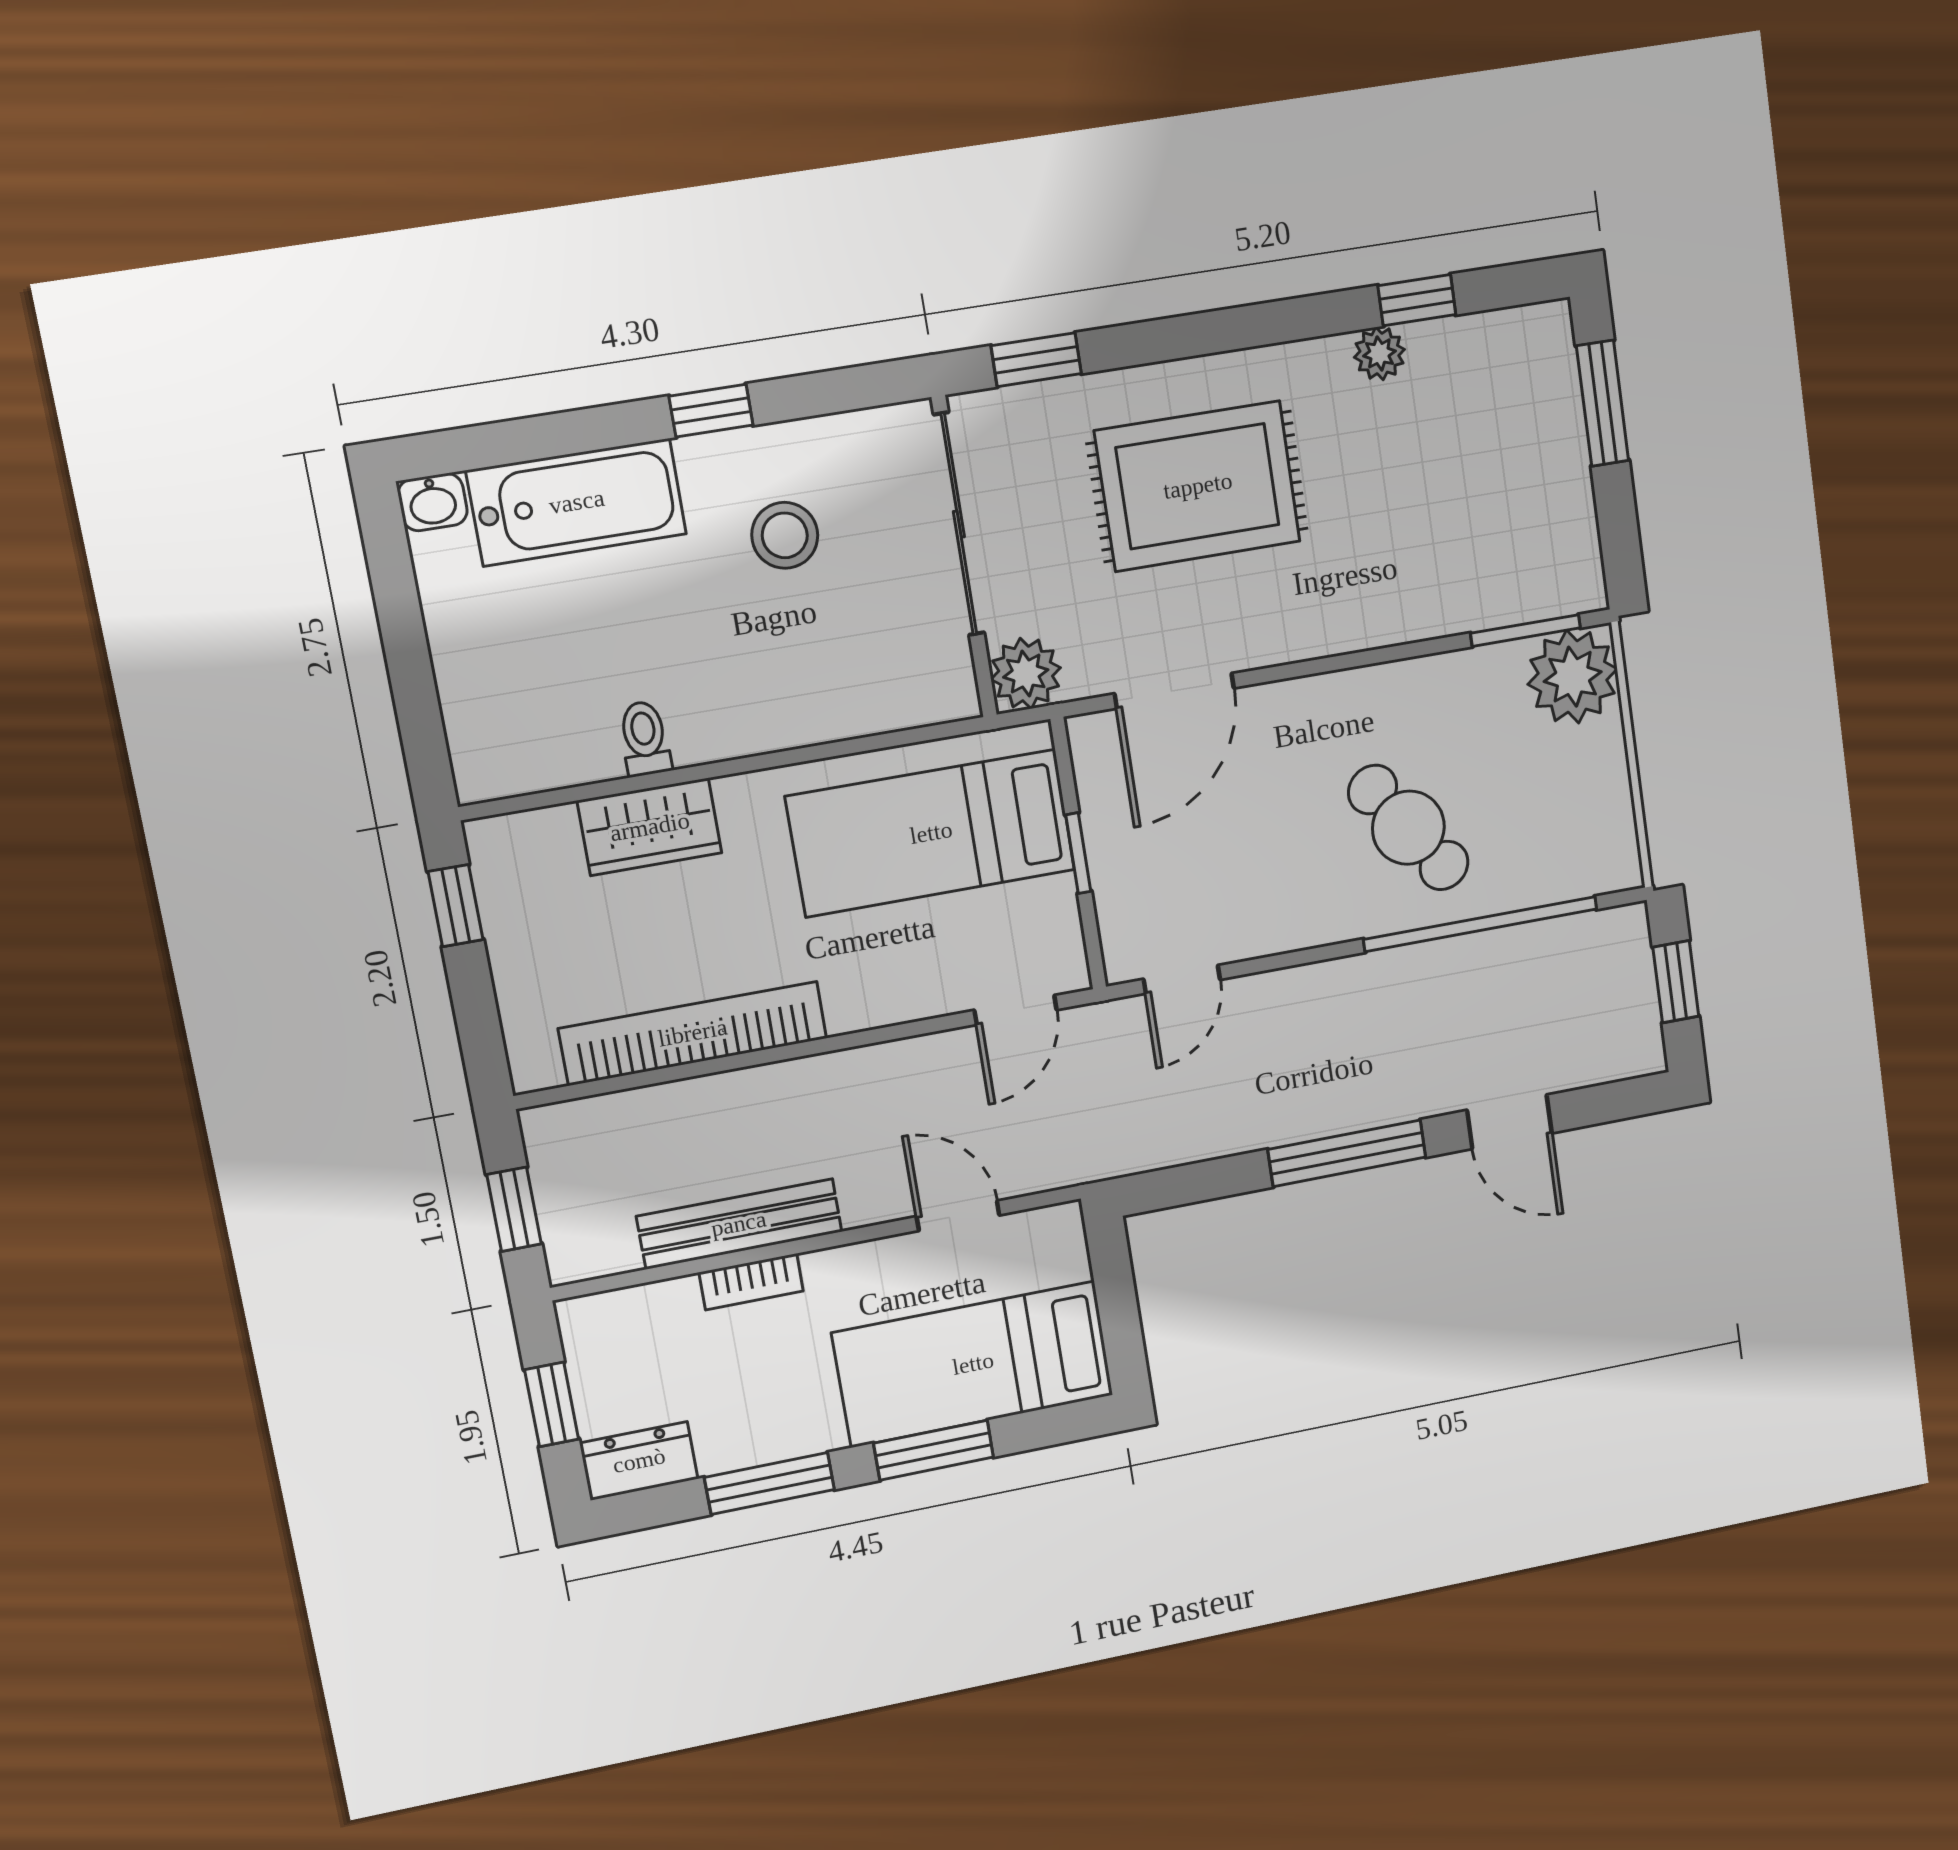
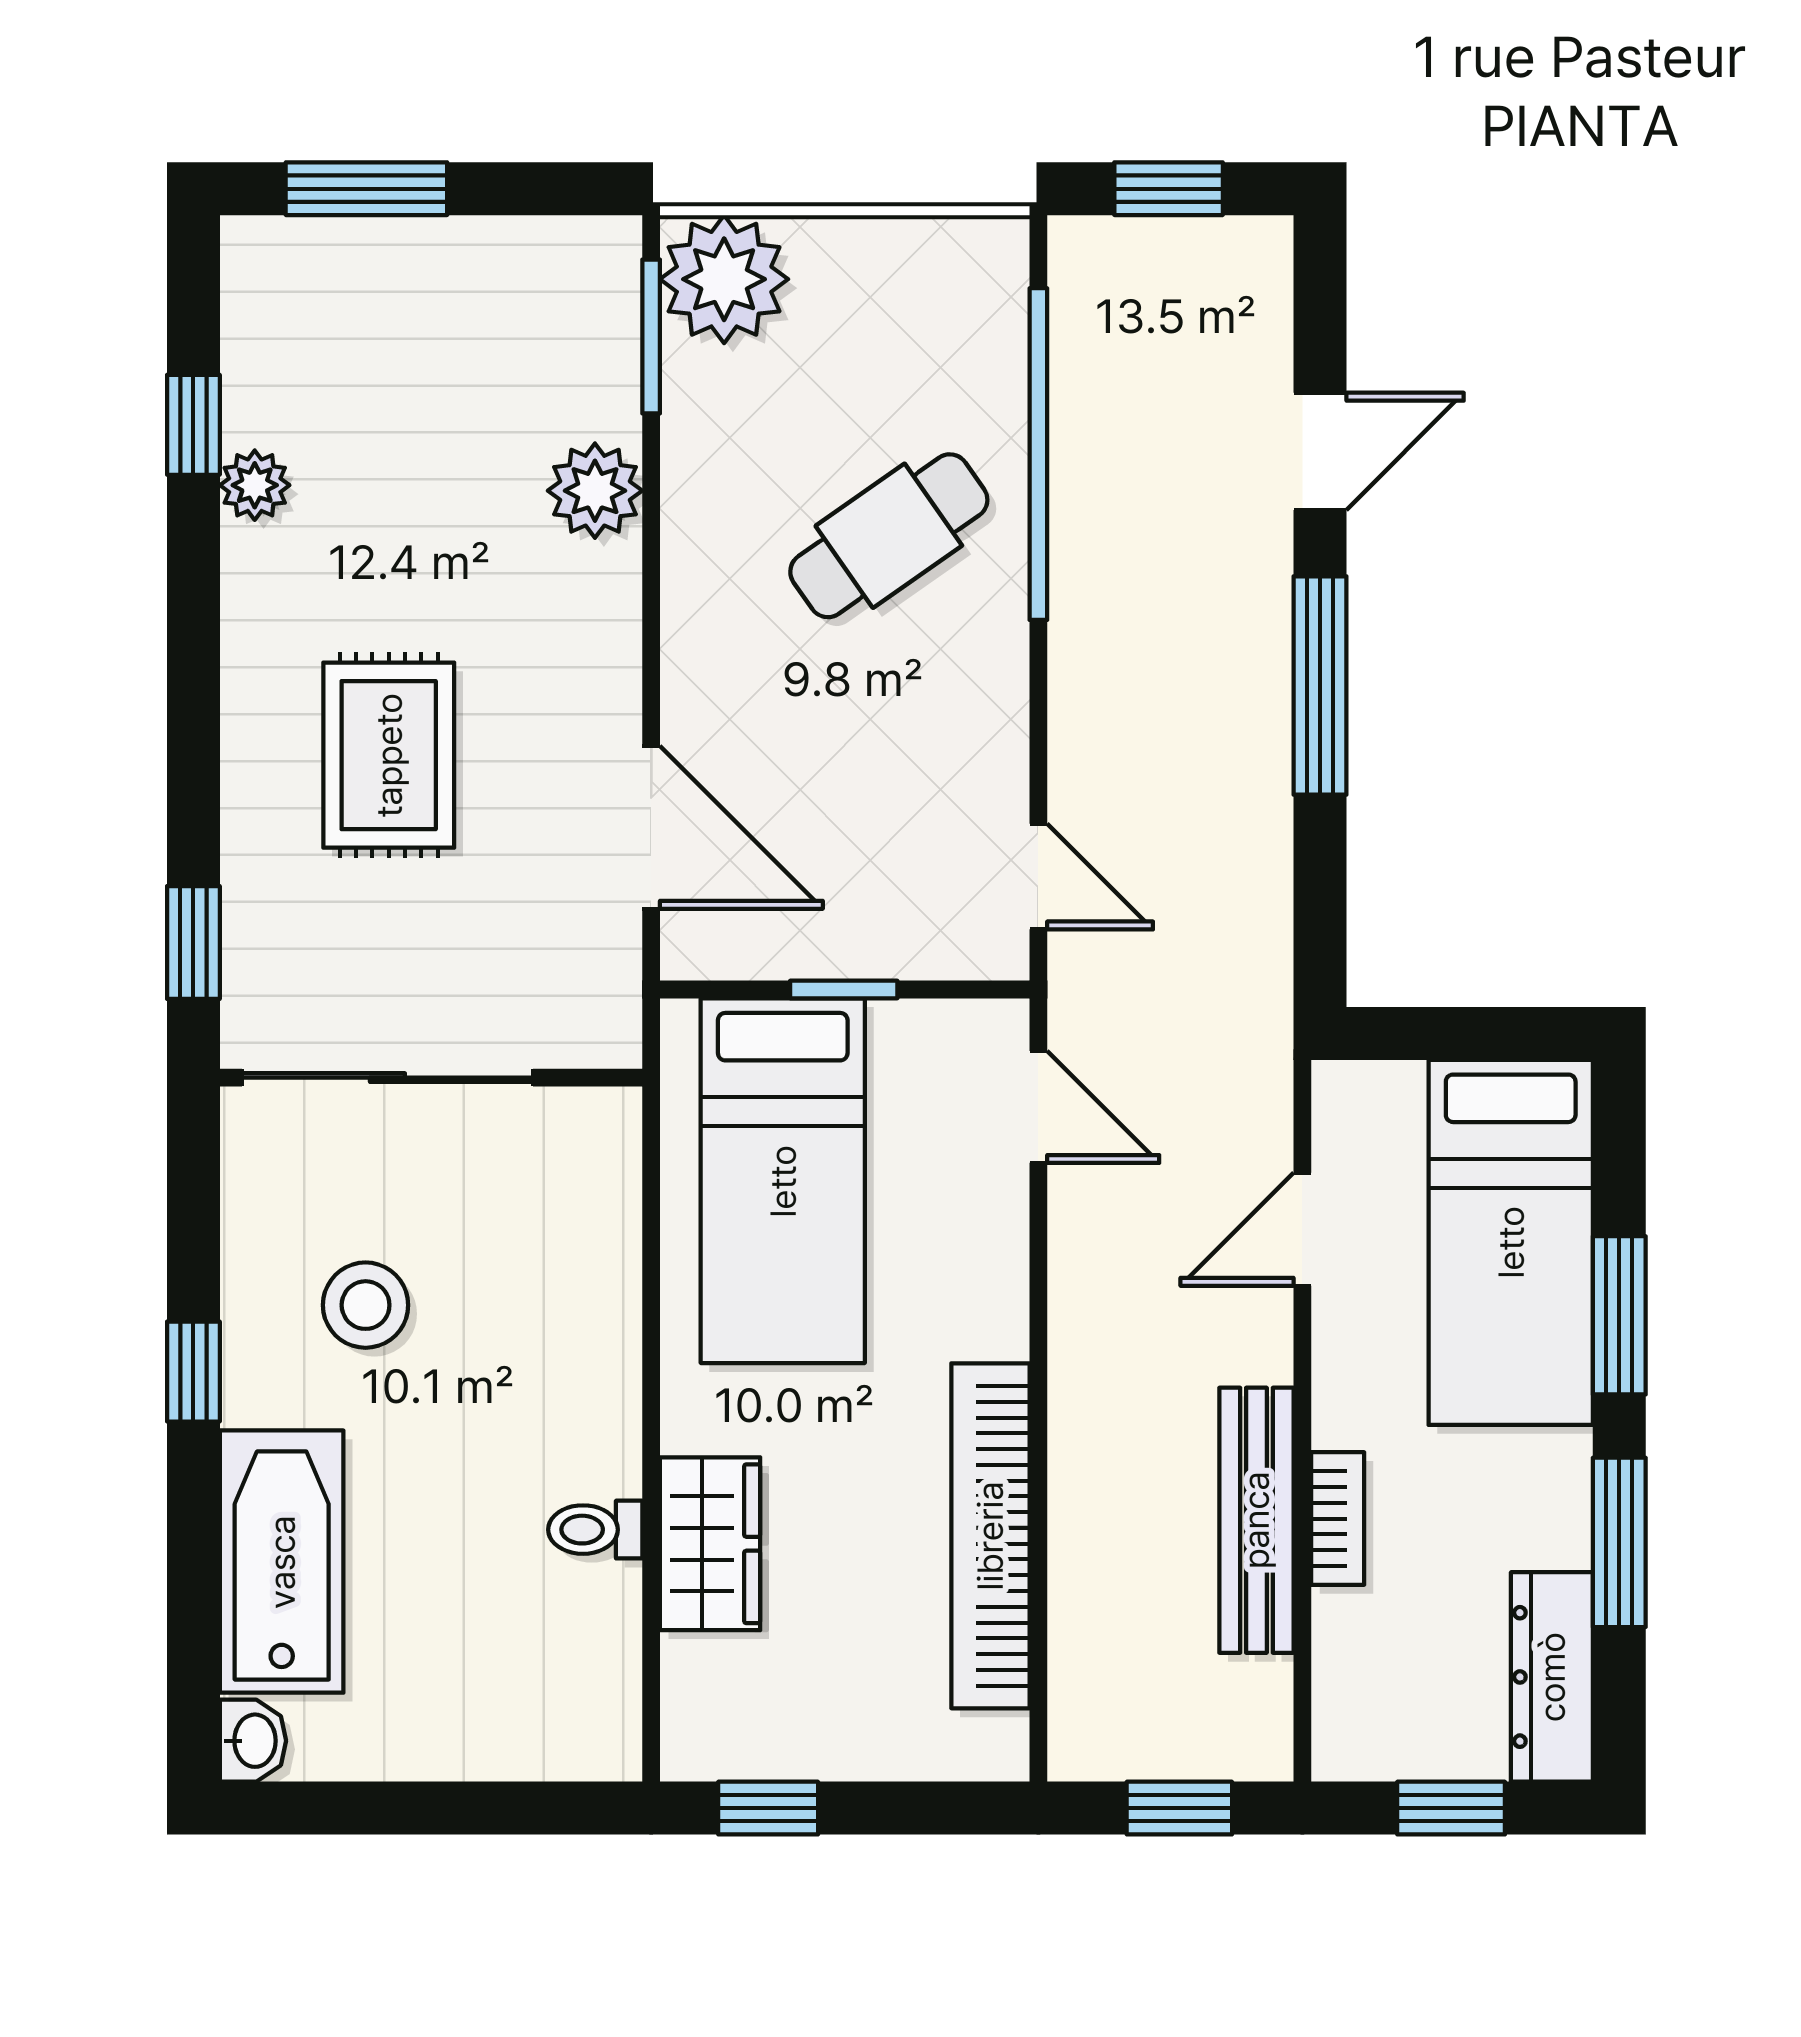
rug: (1198, 486) -> (389, 755), width x0.73, depth x0.70
plant: (1026, 674) -> (595, 491), moved
dresser: (639, 1461) -> (1552, 1677), width x1.44

